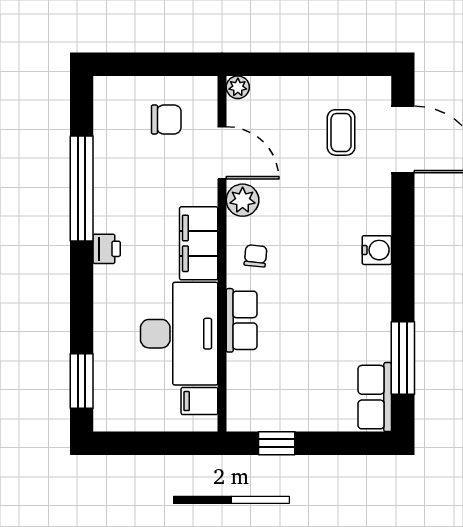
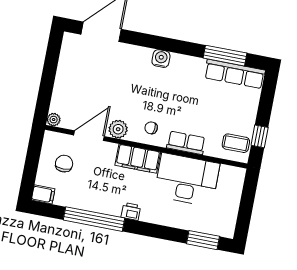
coffee table: (341, 132) -> (236, 143), moved
row of seats: (375, 397) -> (235, 74), width x1.48
filing cabinet: (199, 401) -> (43, 194), moved, turned -90

